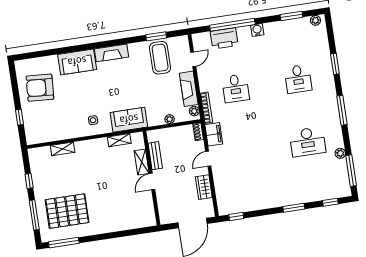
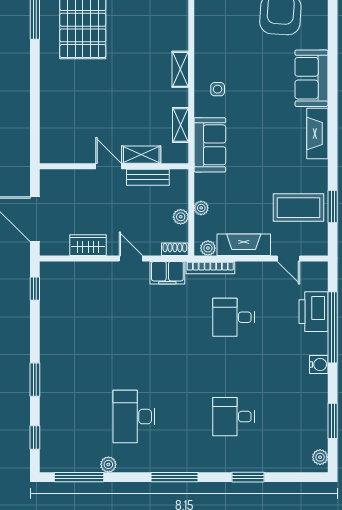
plant: (177, 131) -> (181, 217), added
shelving: (63, 149) -> (180, 69), moved

